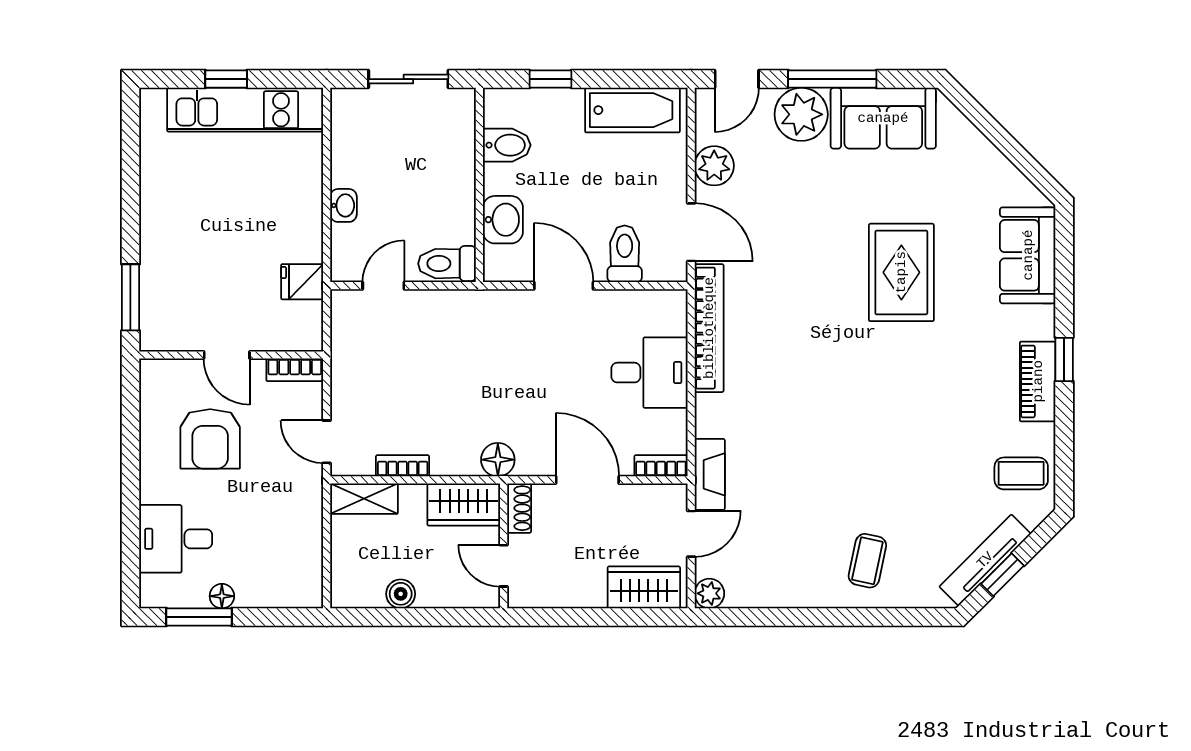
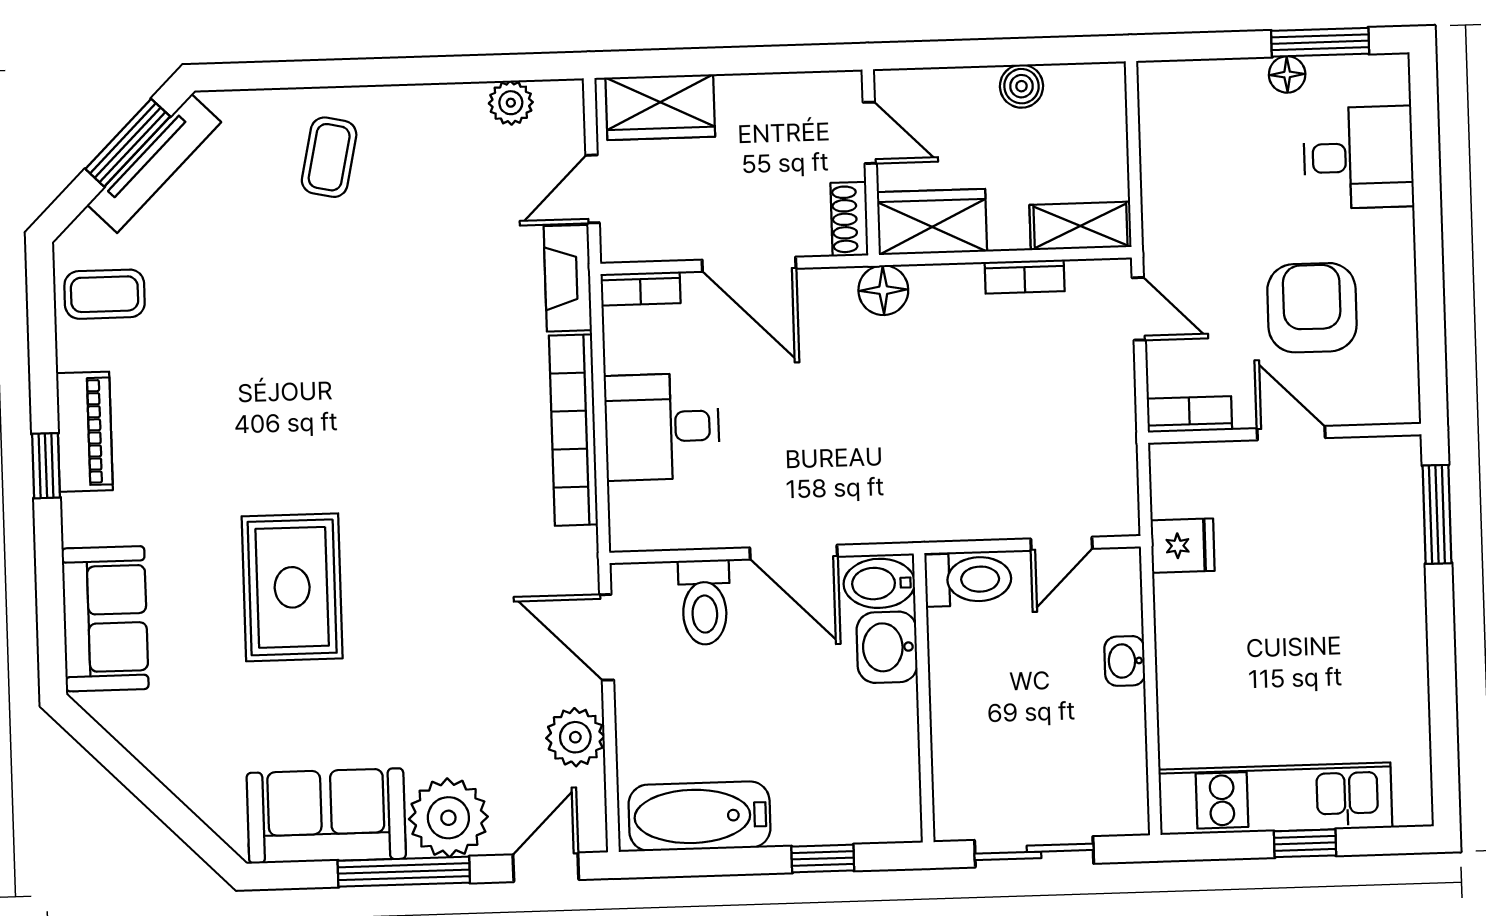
bidet: (507, 145) -> (879, 583), moved
bookcase: (709, 328) -> (573, 430), moved
window: (1002, 575) -> (128, 143), width x1.50
plant: (709, 593) -> (511, 103), moved

